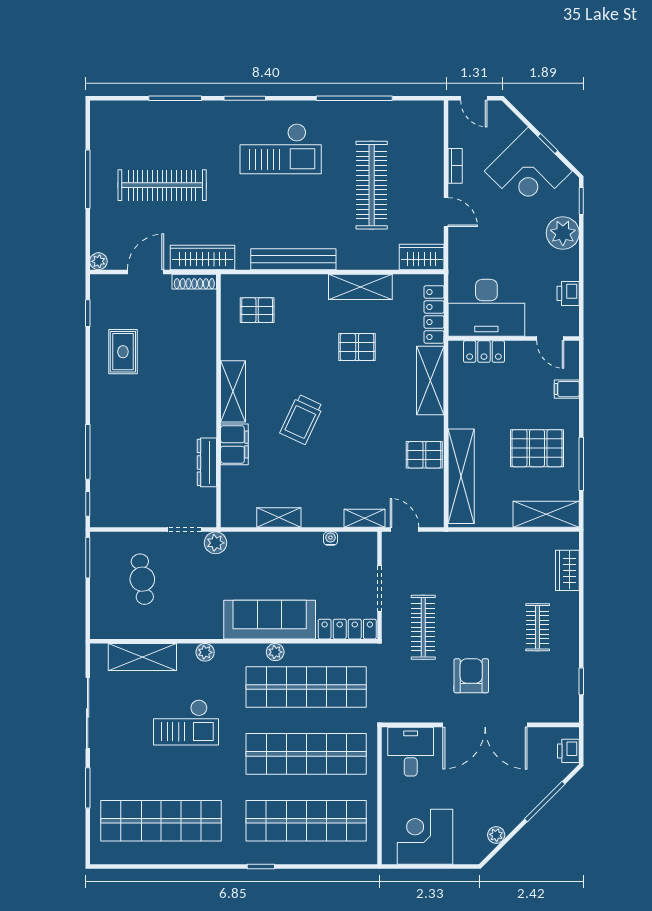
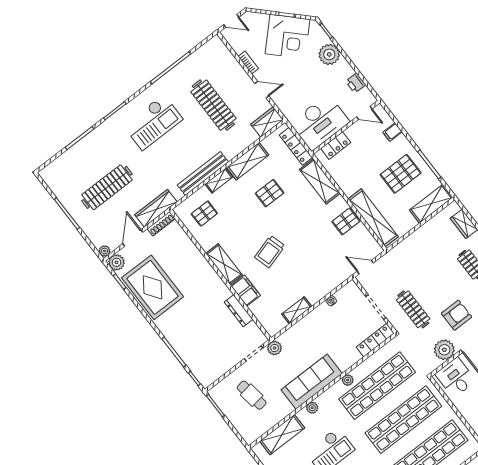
plant: (102, 287) -> (116, 262), added
rug: (123, 352) -> (153, 287), width x1.86, depth x2.06
trolley: (302, 419) -> (270, 252), turned 49
shelving: (365, 518) -> (219, 181), moved
sofa: (270, 620) -> (312, 382), moved
armchair: (471, 676) -> (457, 315), turned 90
plant: (423, 707) -> (444, 350), added

